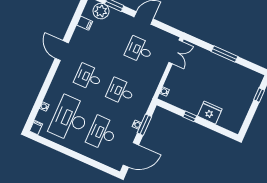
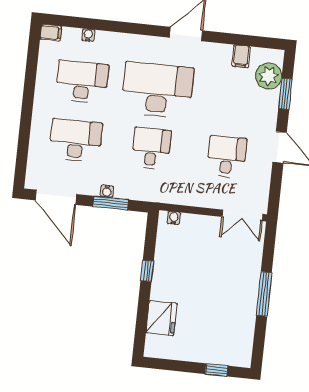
desk: (88, 77) -> (157, 90), width x1.87, depth x1.30
fridge: (210, 113) -> (162, 318), moved
desk: (70, 119) -> (82, 82), width x0.73, depth x0.77

